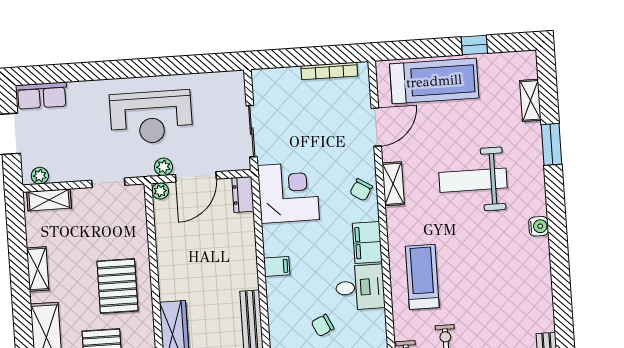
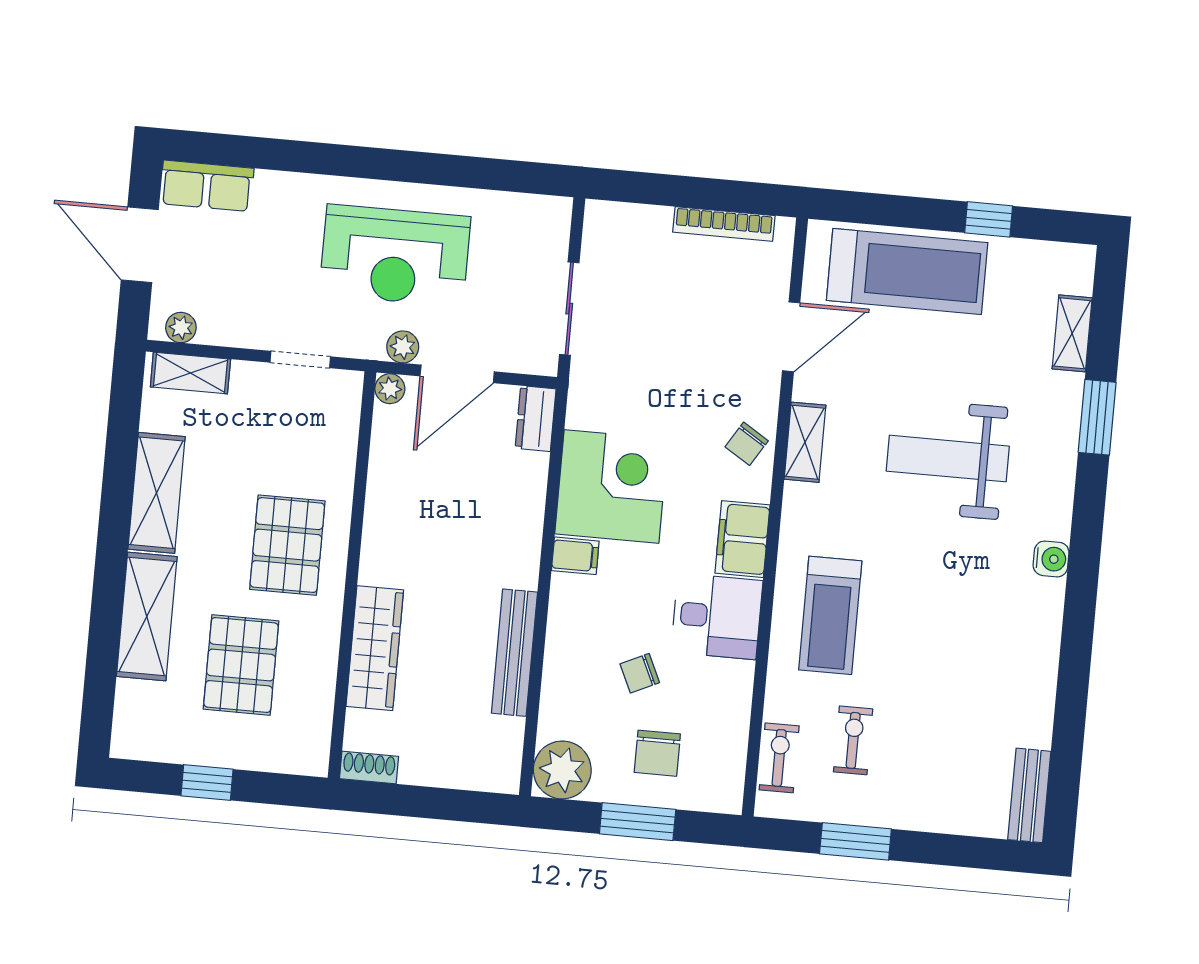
corner desk: (288, 192) -> (612, 486), moved
shelving: (38, 269) -> (157, 493), width x1.50, depth x1.33
treadmill: (422, 277) -> (830, 615), turned 180

